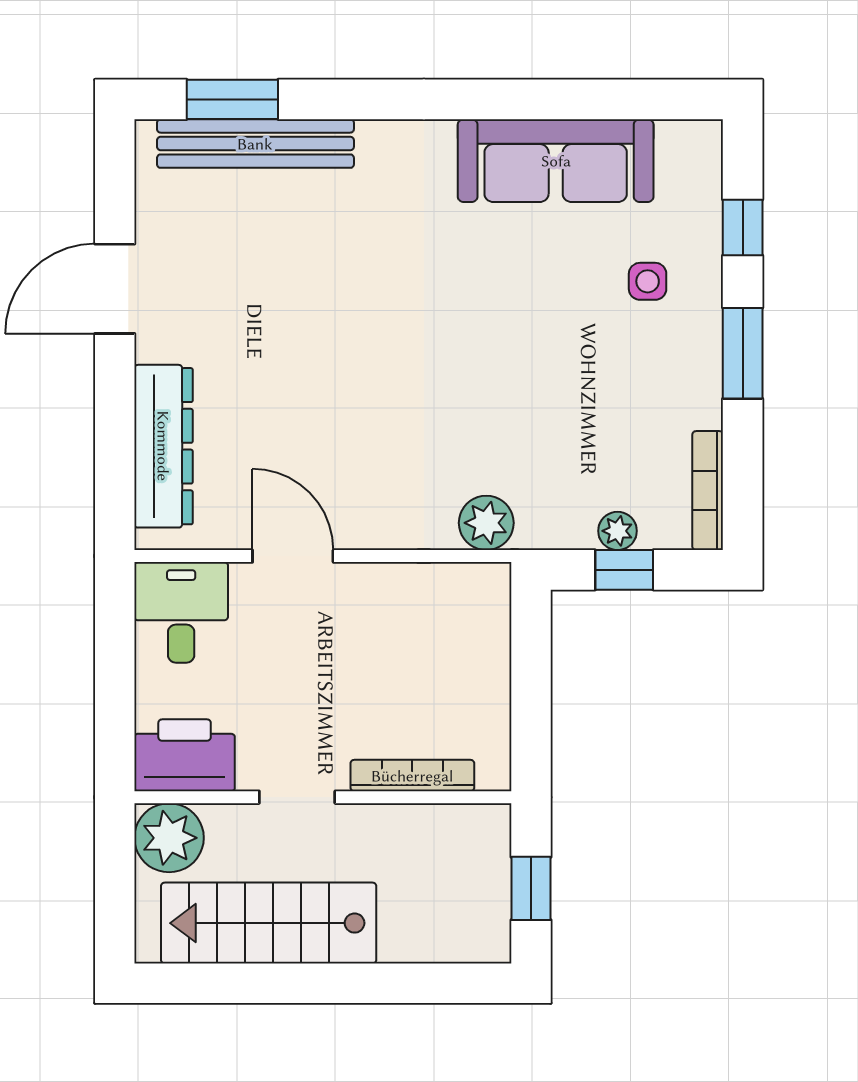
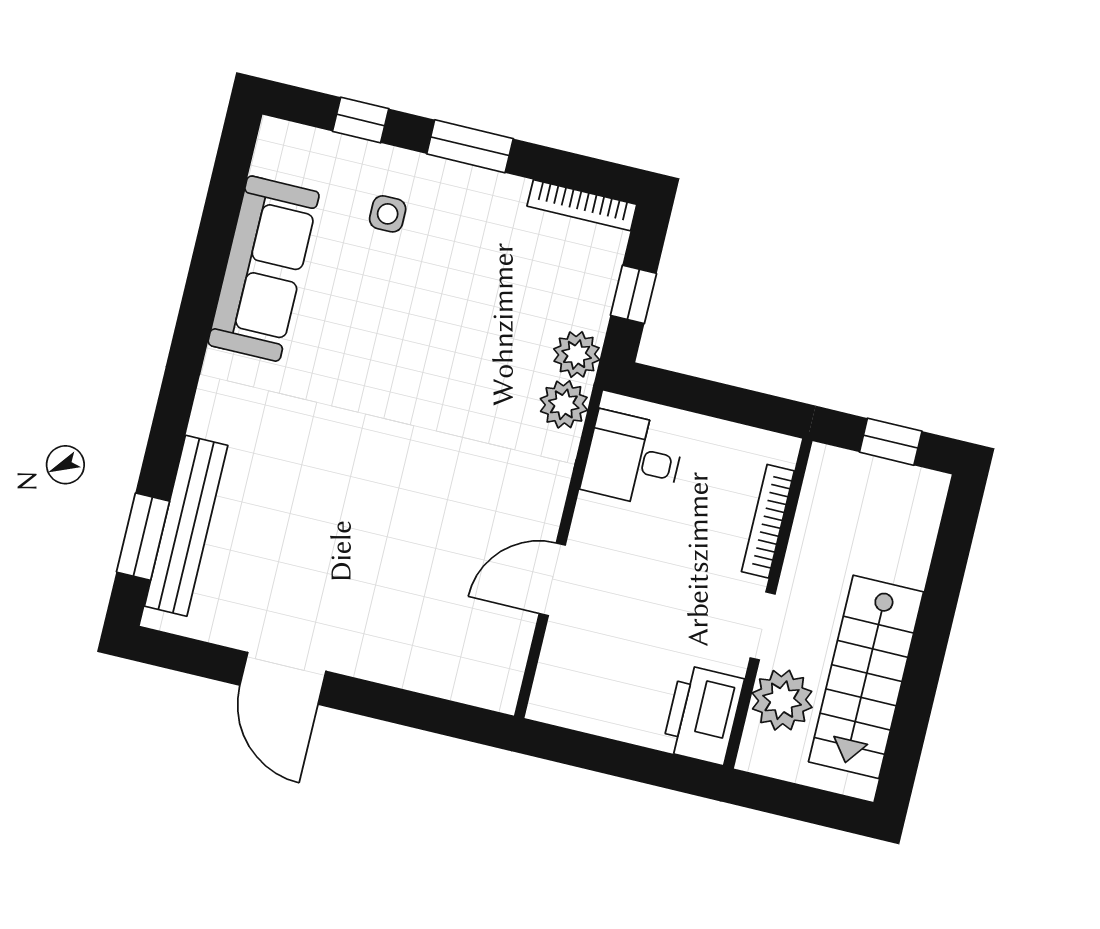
dresser: (163, 446) -> (430, 669), removed
plant: (617, 531) -> (577, 354), moved, width x1.38, depth x1.38
desk: (181, 612) -> (633, 459), moved
plant: (169, 838) -> (782, 700), moved

